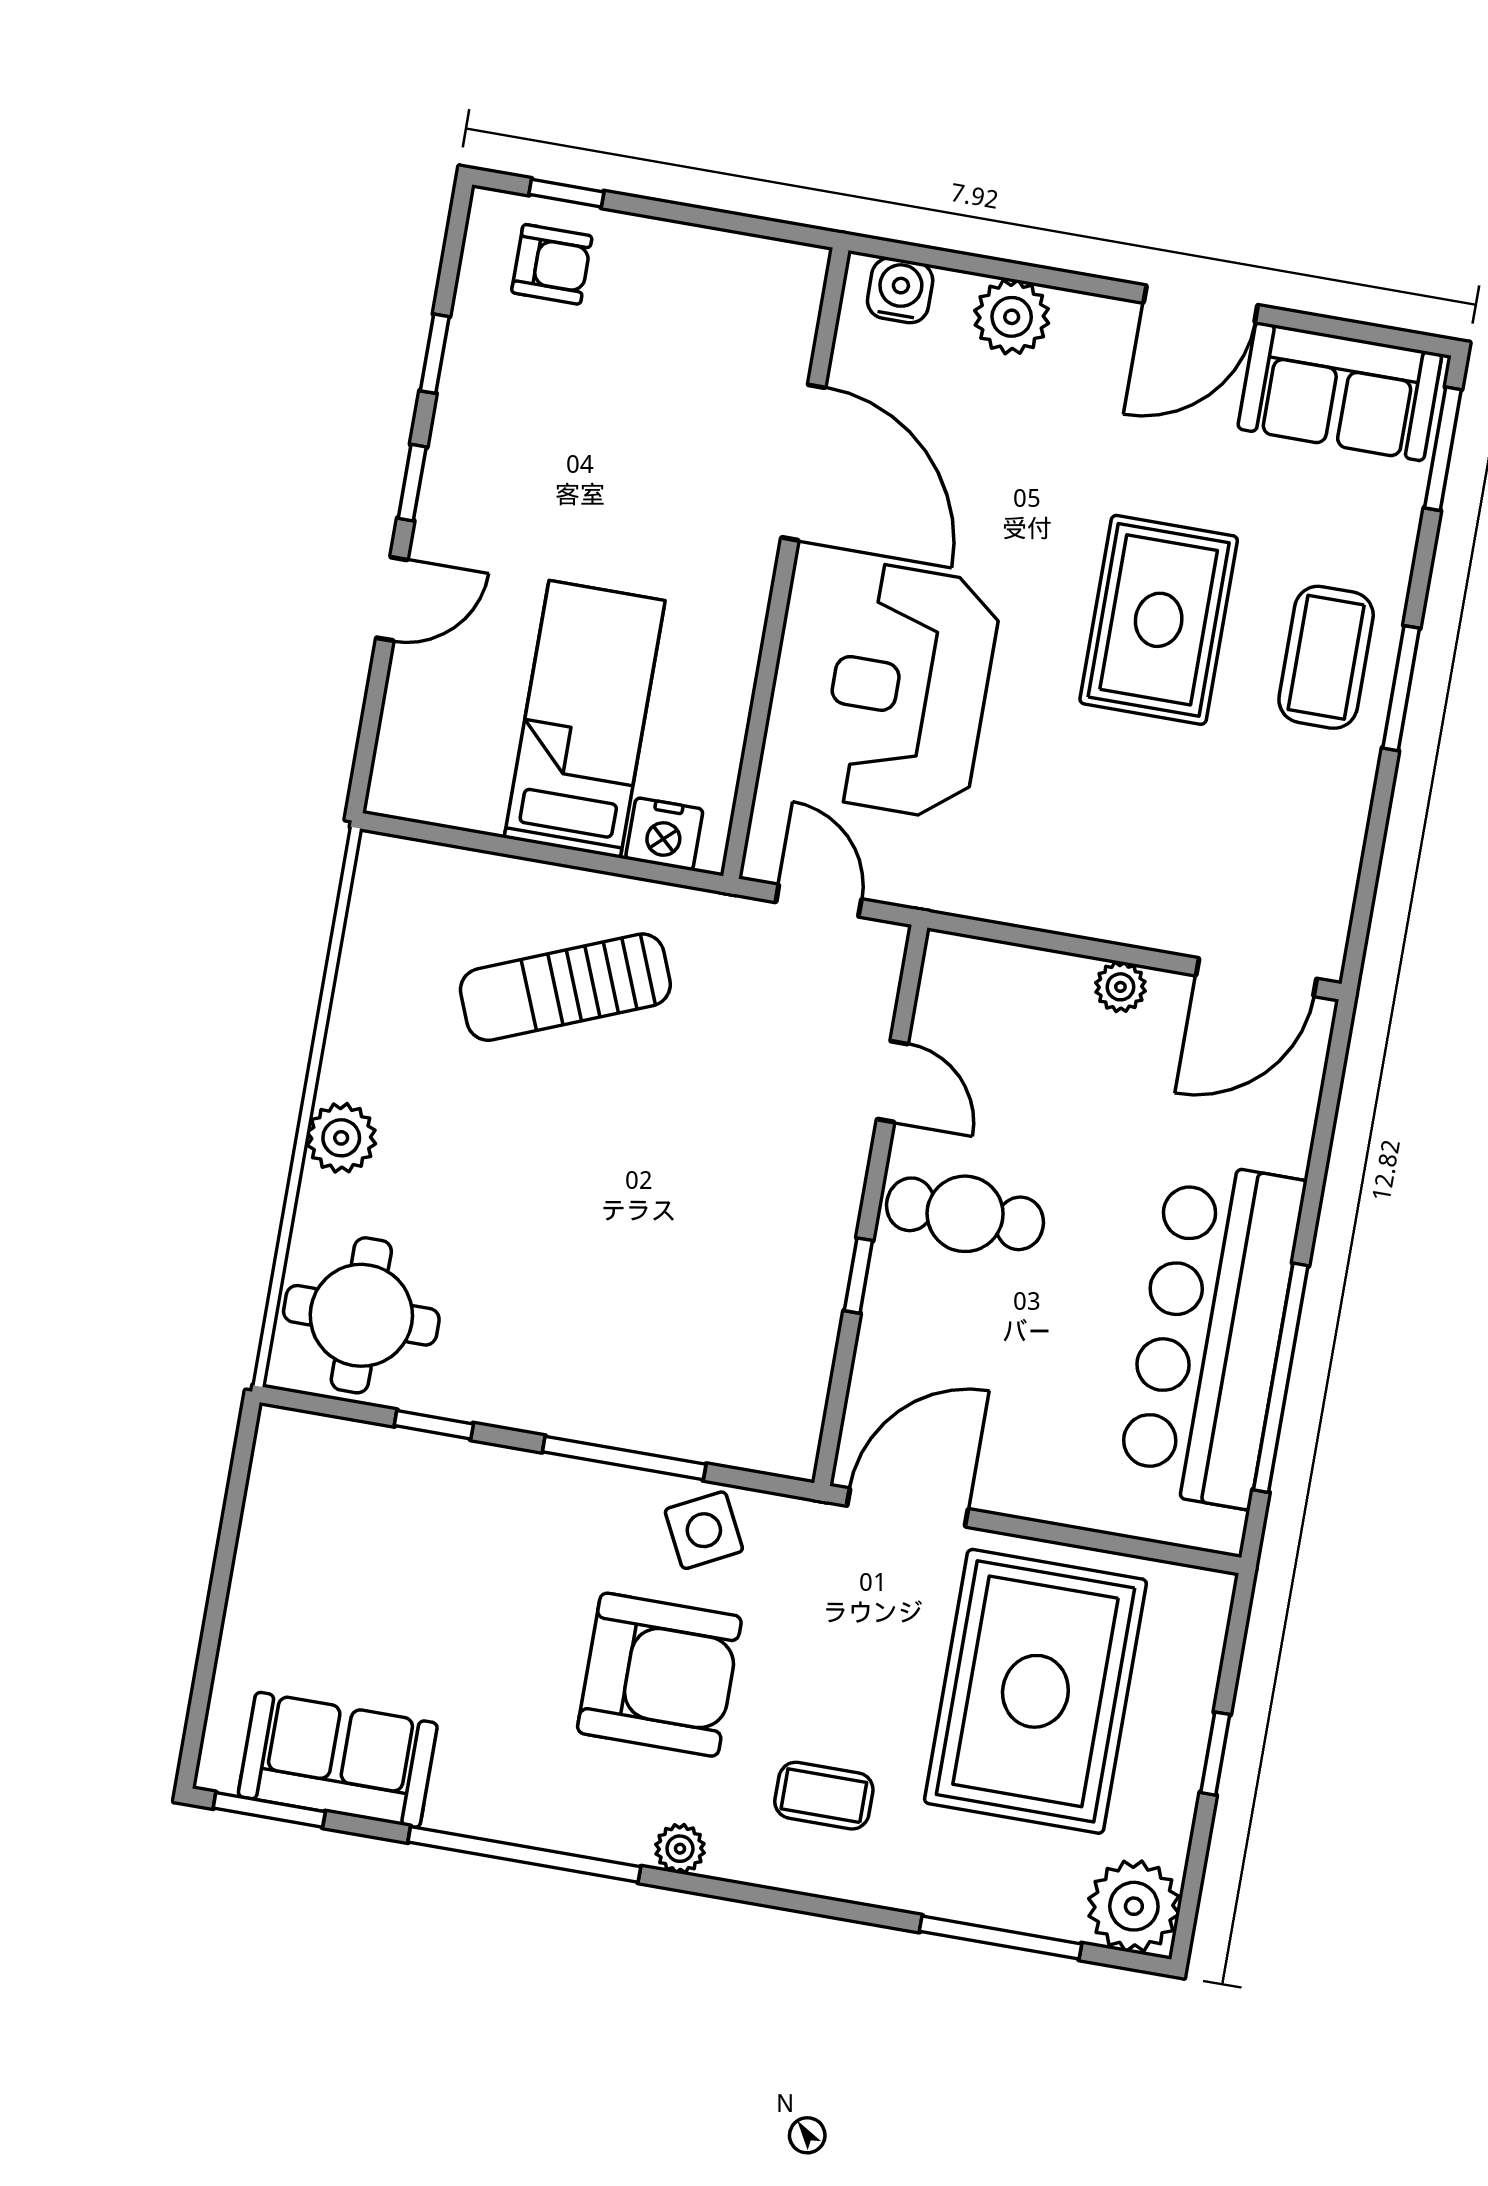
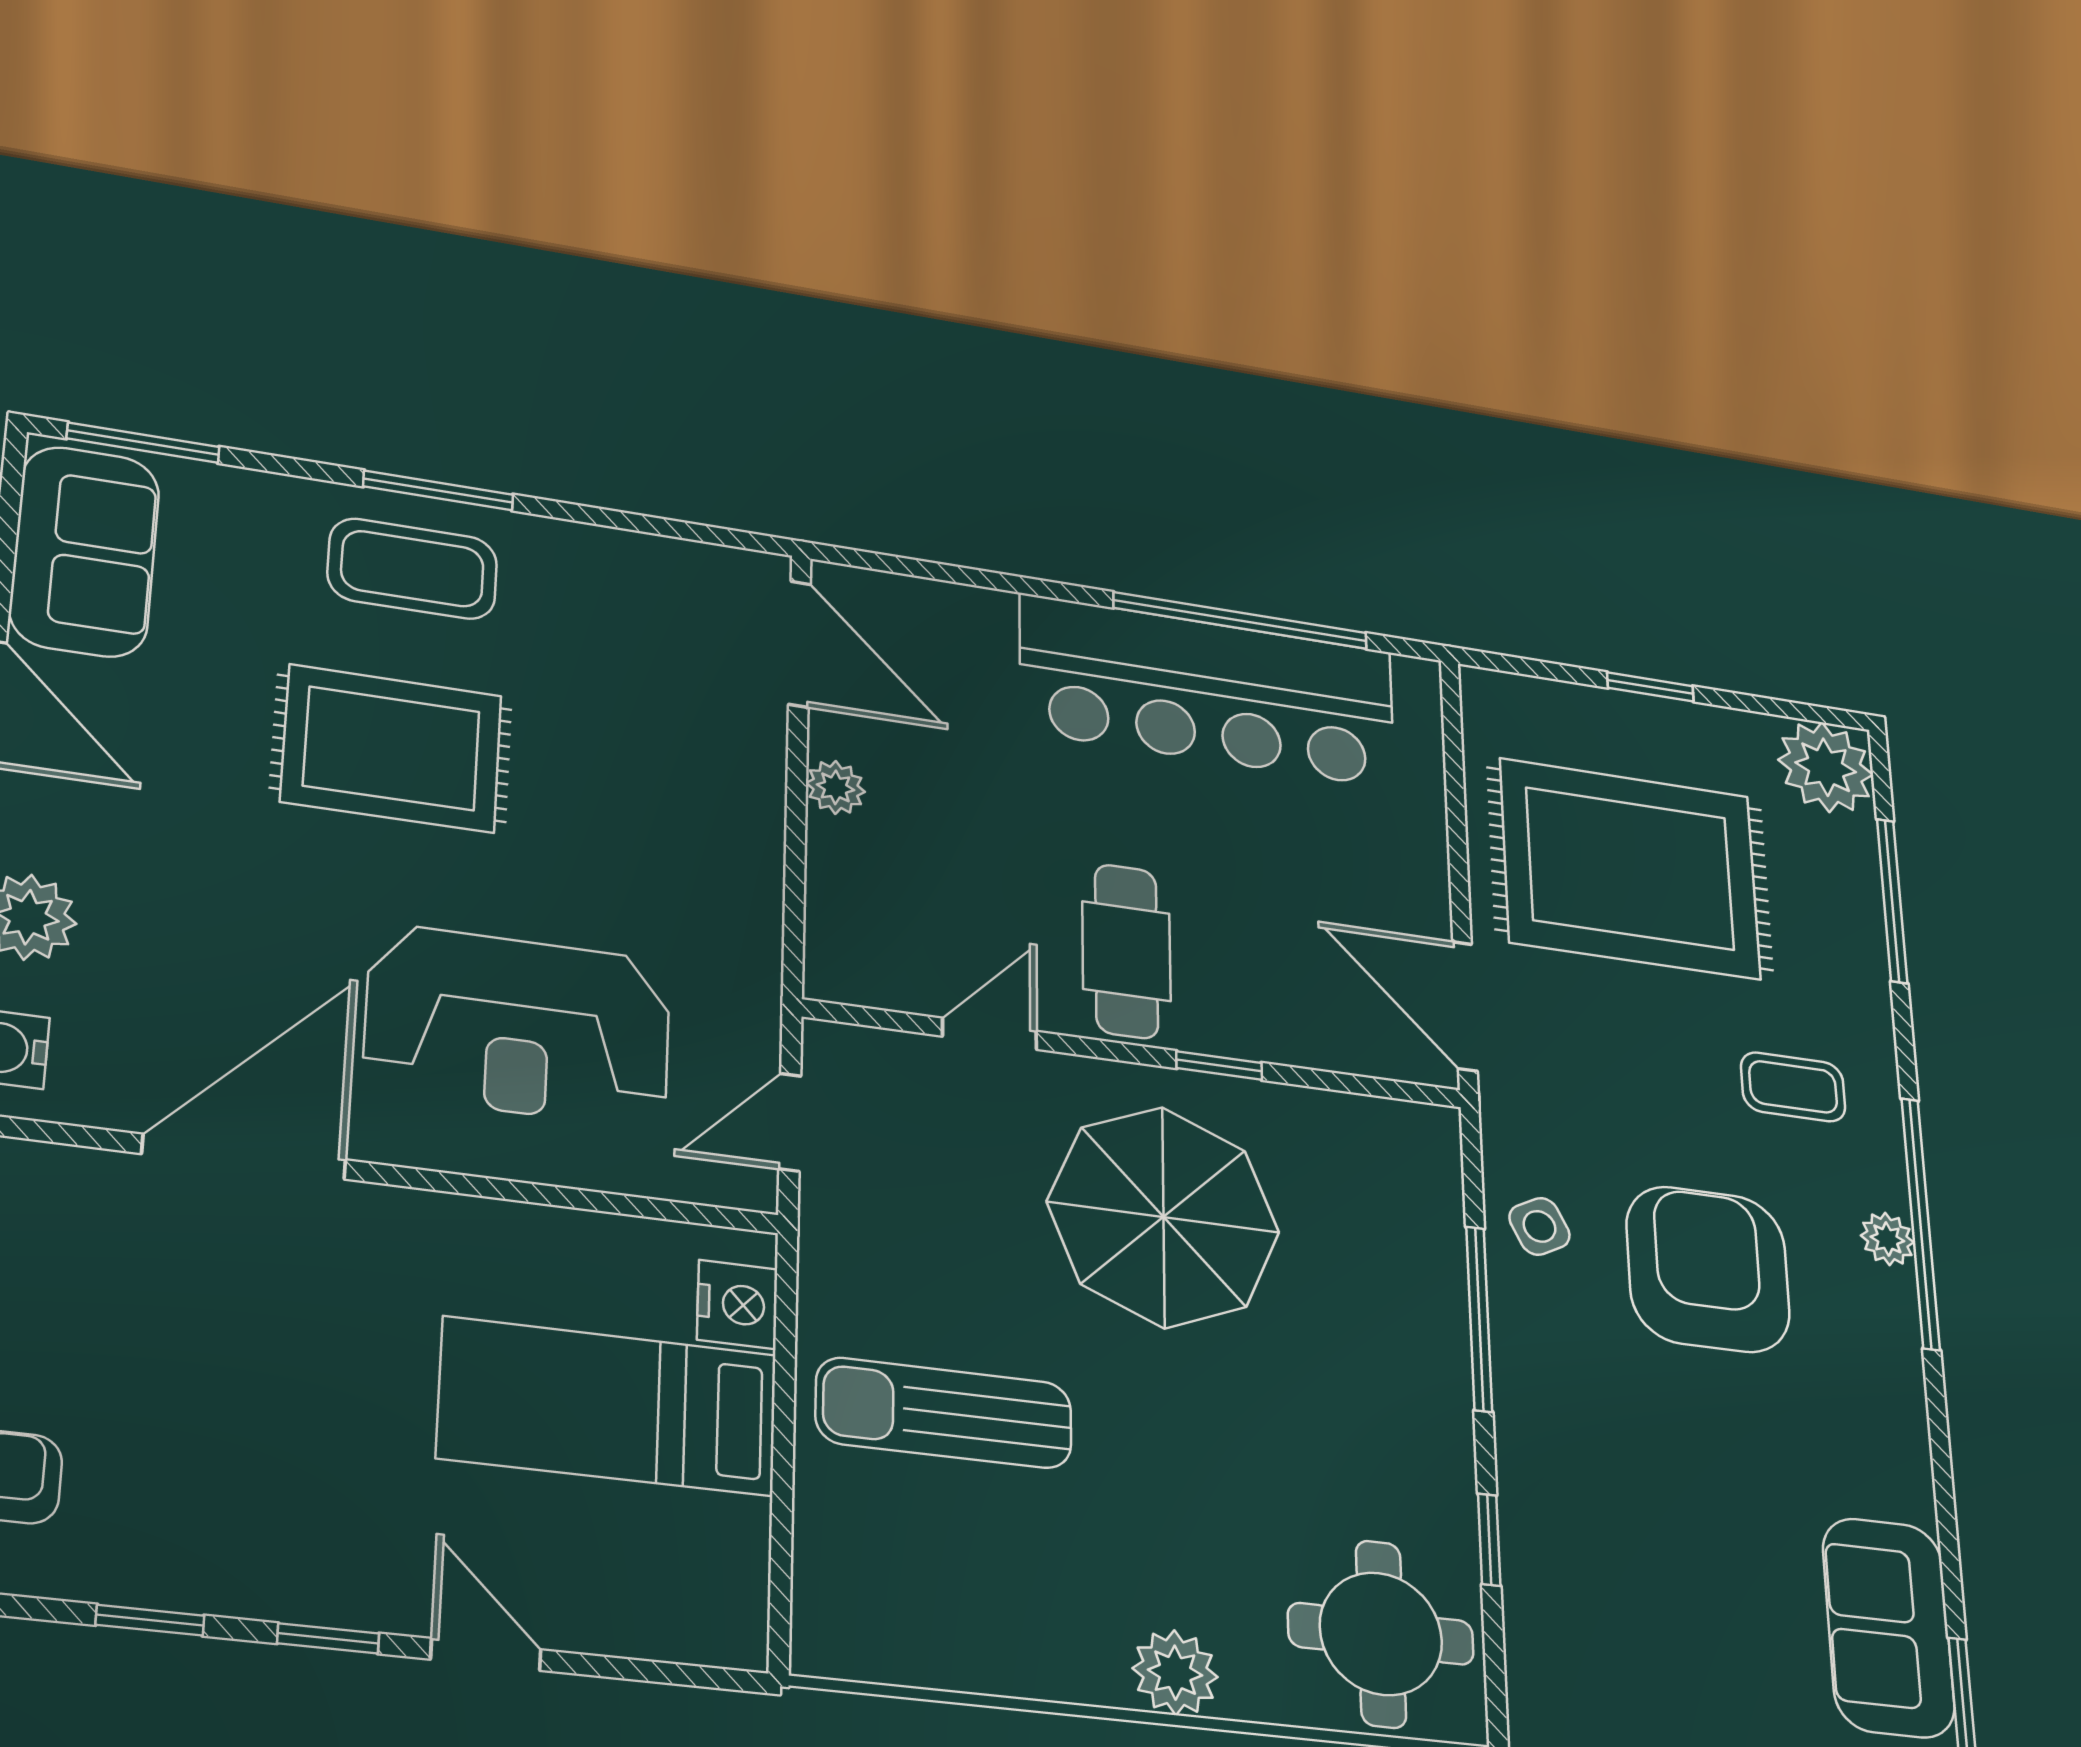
sun lounger: (565, 987) -> (944, 1413), turned 112
parasol: (725, 1201) -> (1163, 1217), added
side table: (704, 1530) -> (1539, 1226), width x0.73, depth x0.73
coffee table: (824, 1796) -> (1793, 1087), turned 90
window: (524, 1854) -> (1921, 1223), moved

